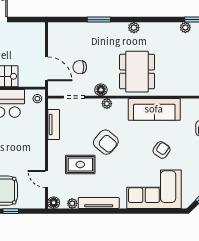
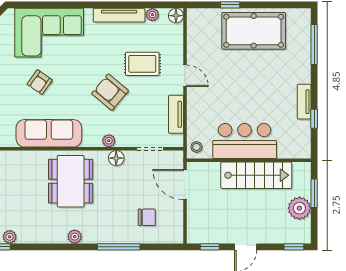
window: (27, 20) -> (210, 247), added
window: (99, 20) -> (119, 247), width x1.44
chair: (80, 67) -> (147, 217), moved
door: (46, 179) -> (185, 76), moved

